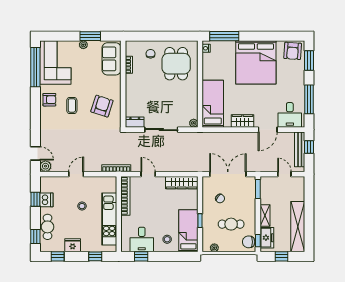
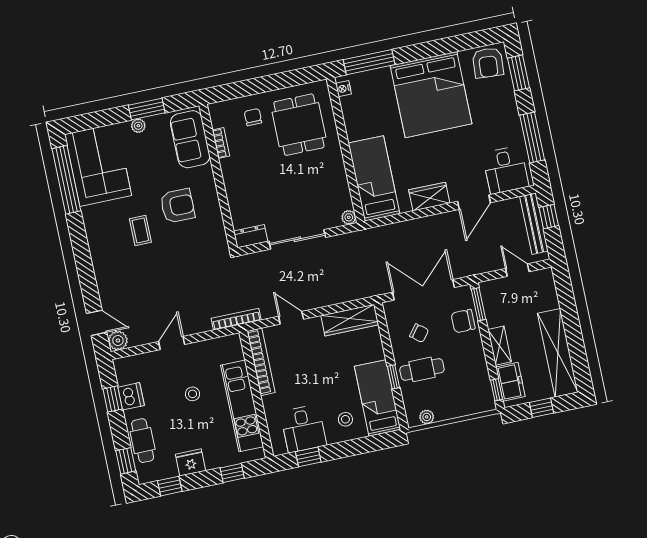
armchair: (49, 100) -> (101, 229), removed
armchair: (102, 106) -> (177, 206), moved, turned 72
cafe table: (231, 224) -> (422, 369), moved
chair: (249, 242) -> (463, 321), moved

